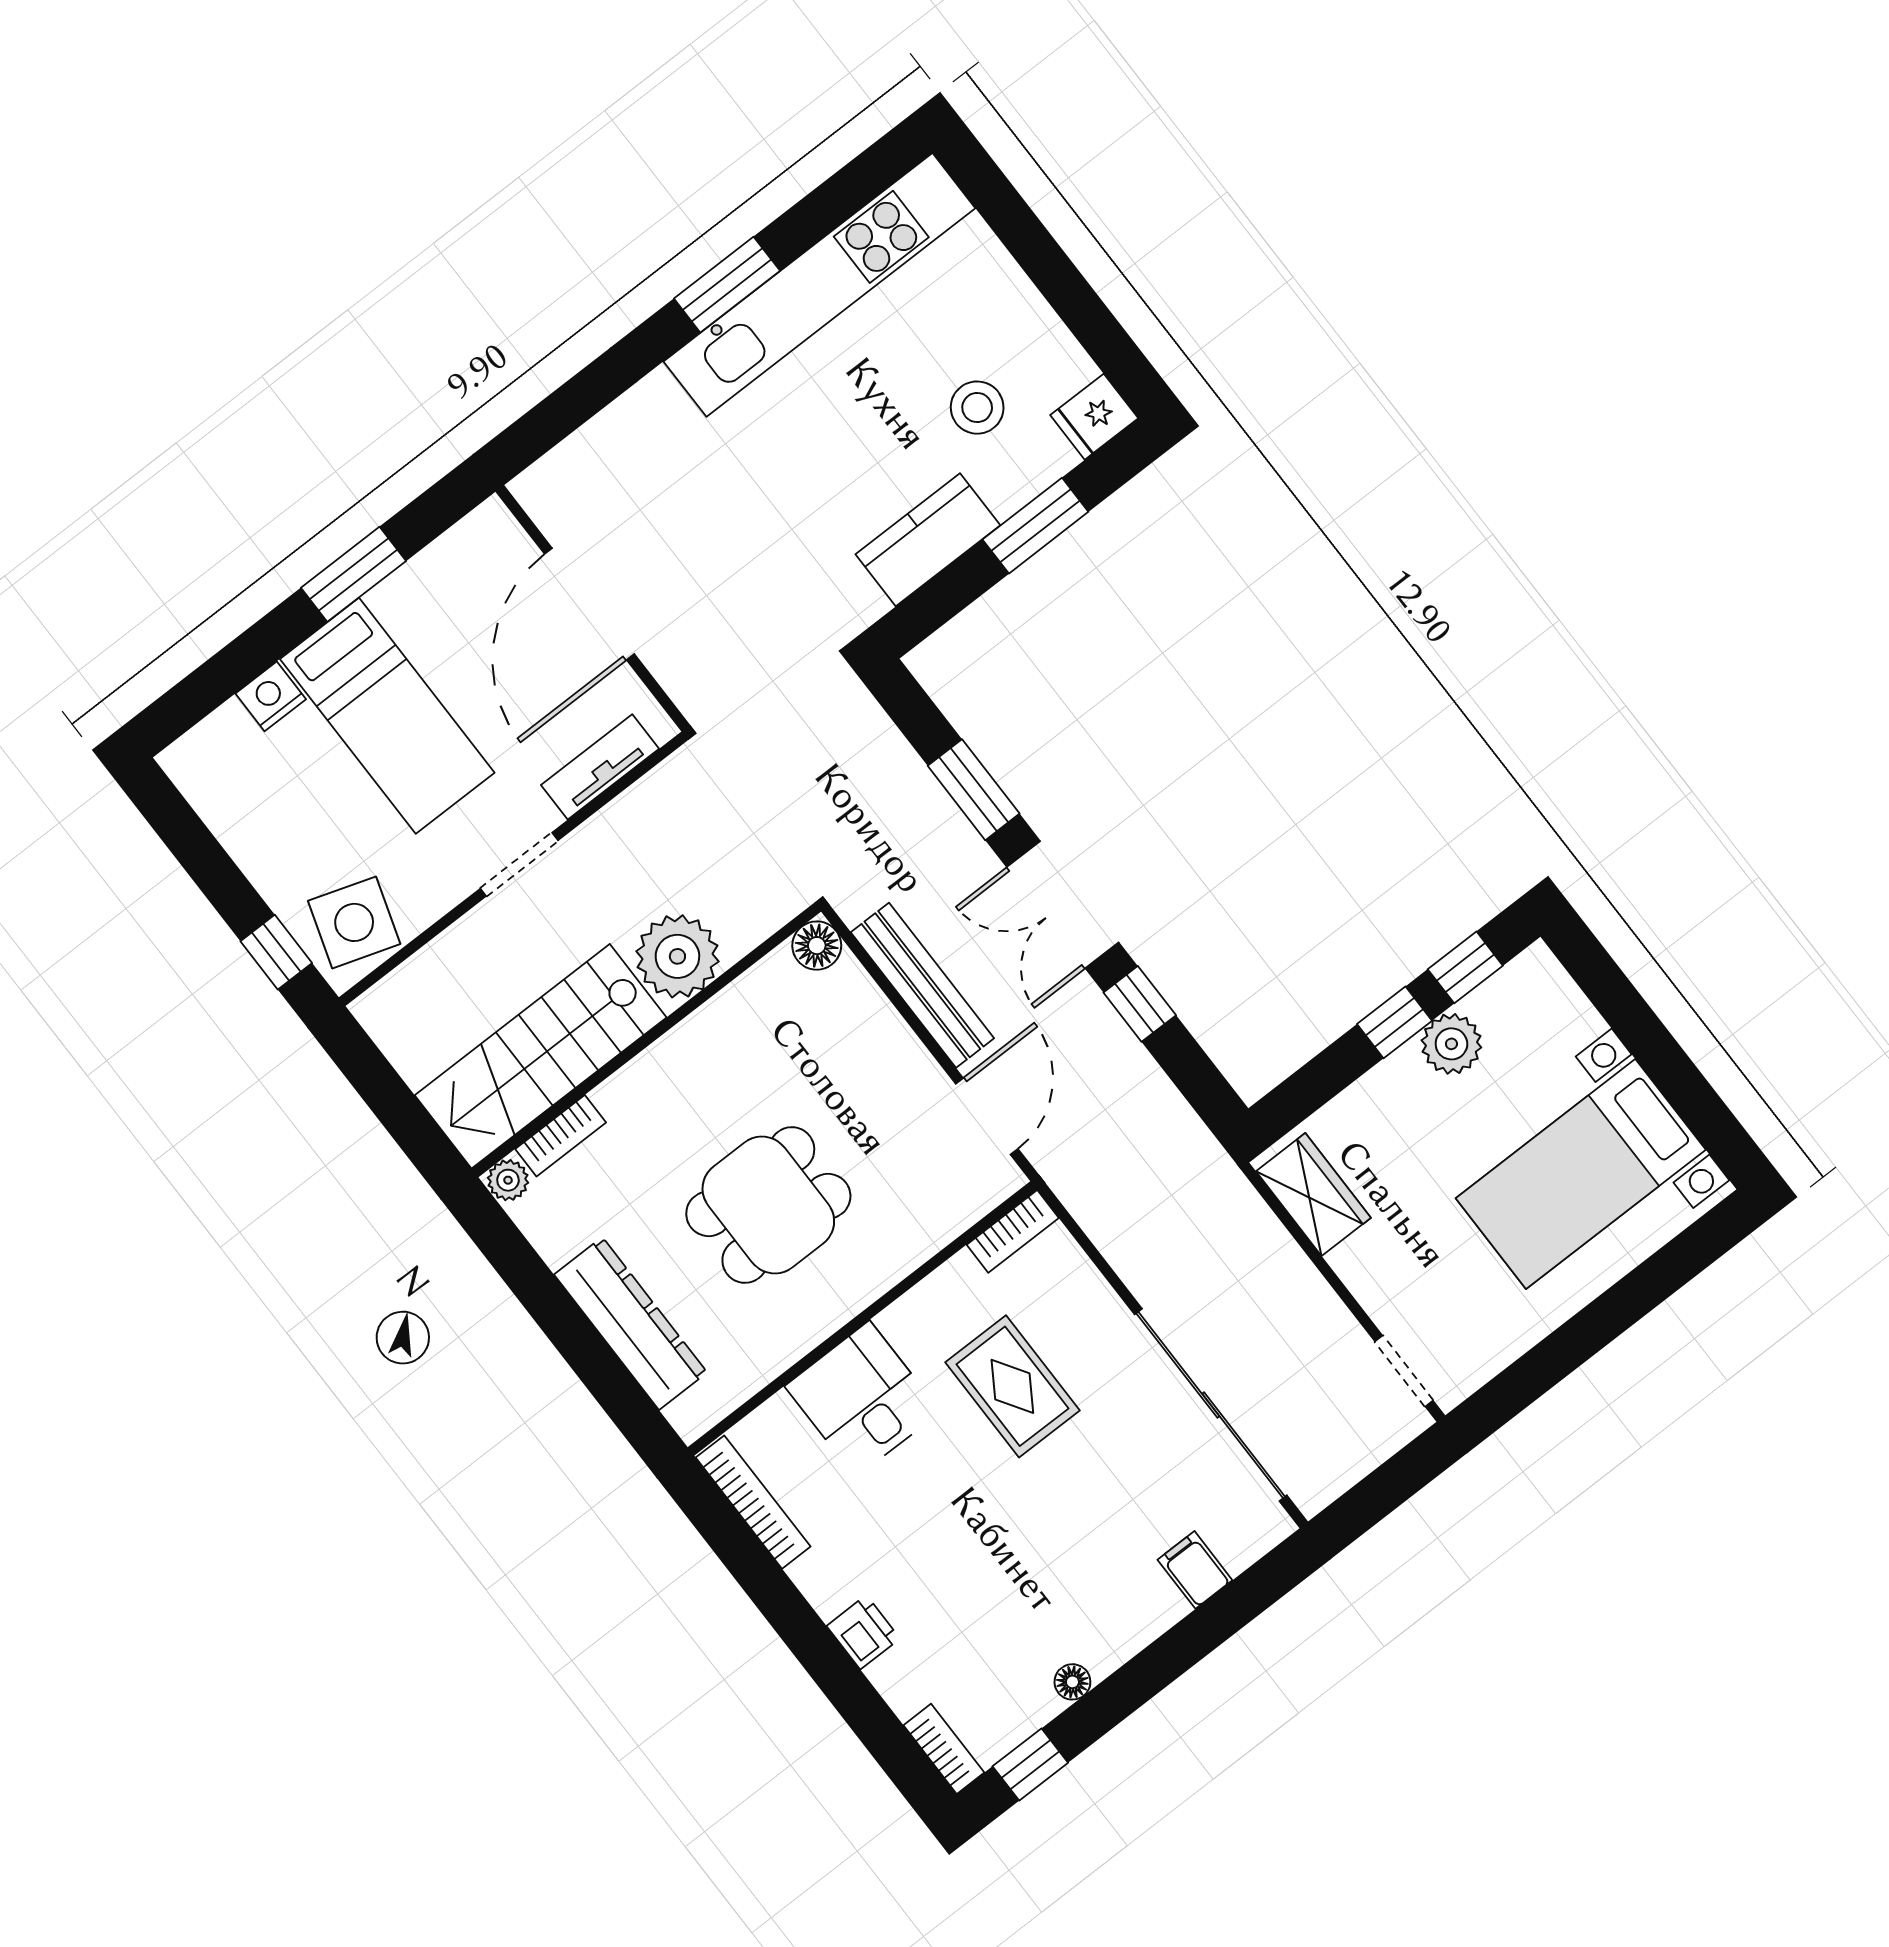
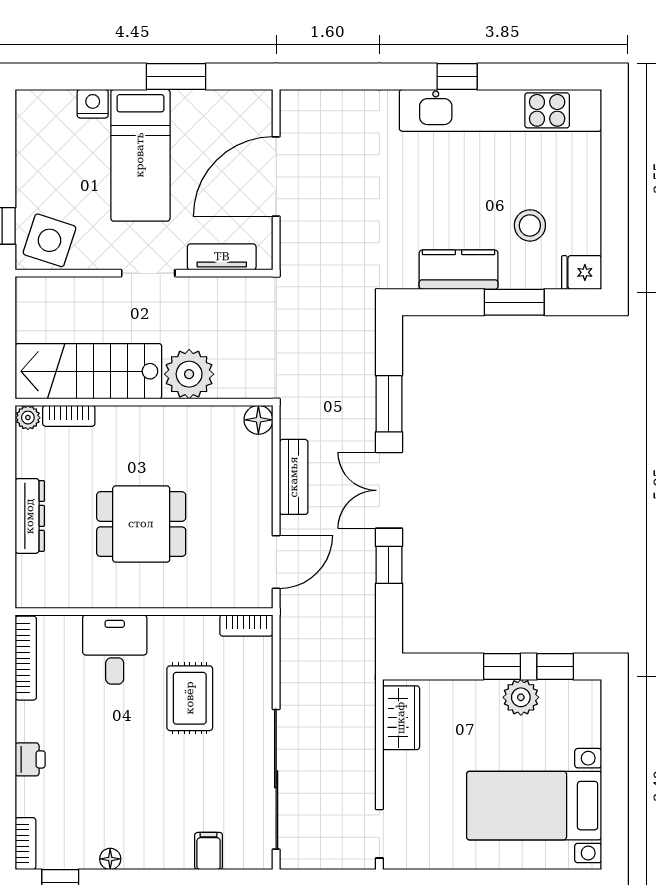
window: (727, 285) -> (457, 77), width x0.67
bench: (922, 985) -> (294, 477), width x0.73
dresser: (631, 1324) -> (30, 516), width x0.73, depth x0.80

